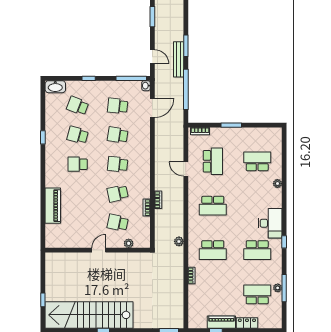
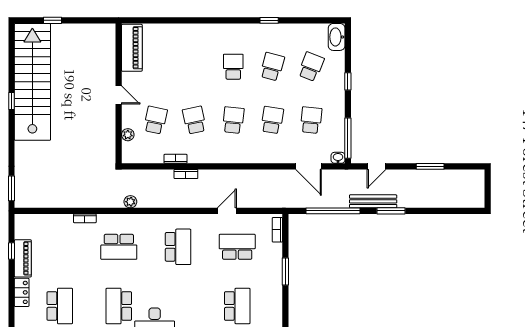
school desk: (213, 161) -> (237, 247), turned 180
piano: (53, 206) -> (132, 48), moved, turned -90
school desk: (213, 206) -> (178, 247), turned 180
school desk: (213, 250) -> (119, 247), turned -90

